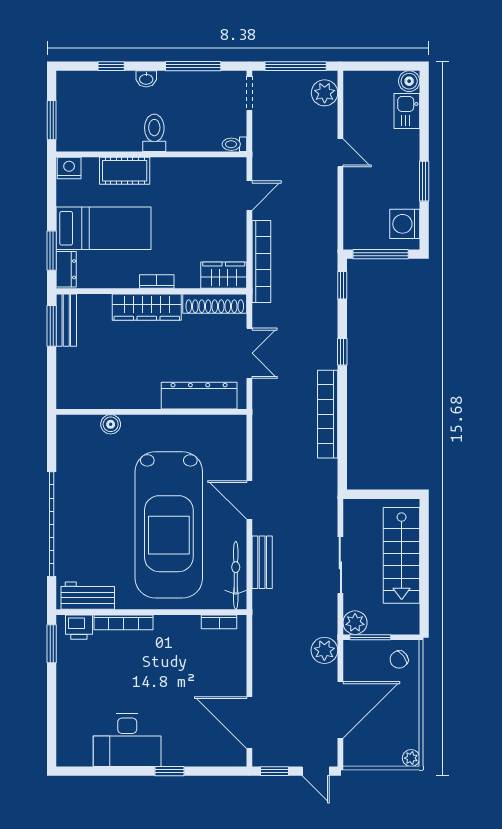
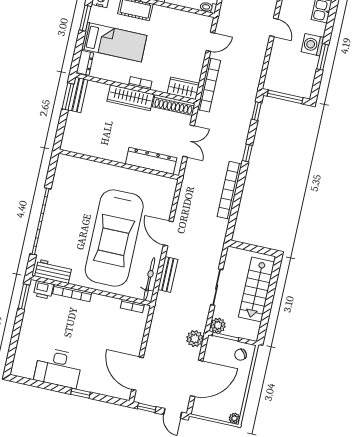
washing machine: (405, 224) -> (313, 45), moved
window: (52, 251) -> (85, 18), moved
boiler: (111, 424) -> (91, 167), removed

